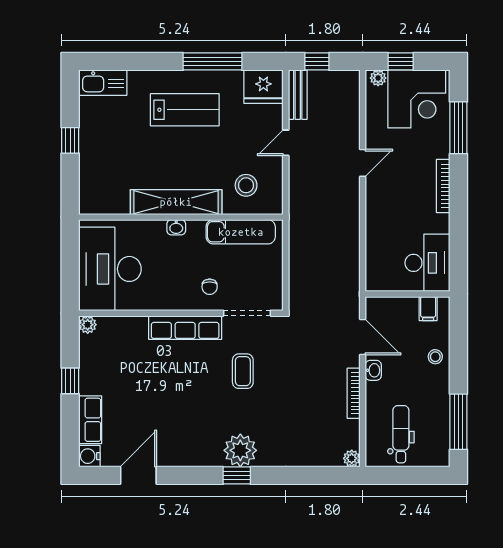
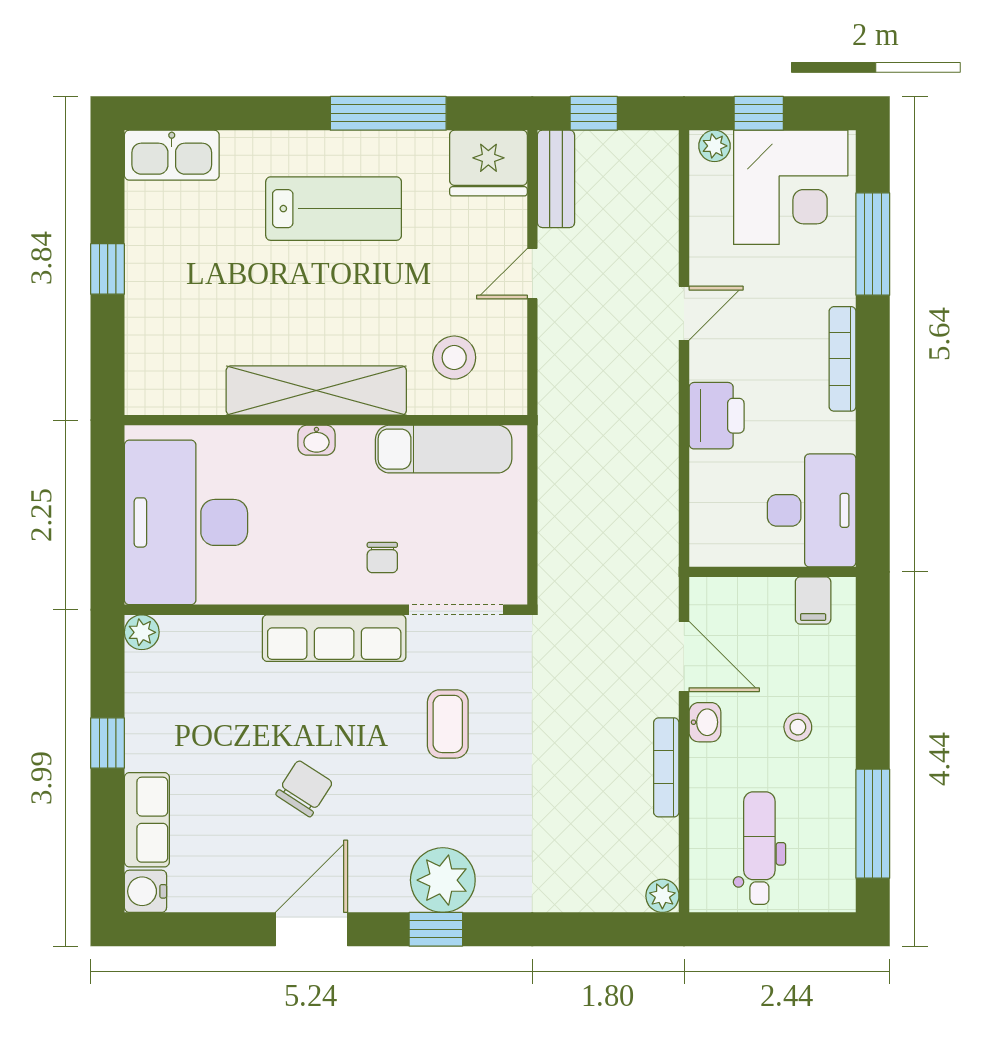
printer: (379, 215) -> (717, 416), added
stool: (435, 357) -> (798, 727), moved
chair: (170, 404) -> (304, 788), added
door: (138, 475) -> (311, 929), moved

